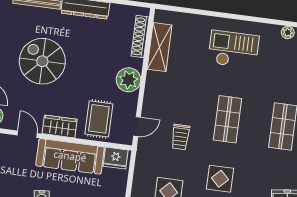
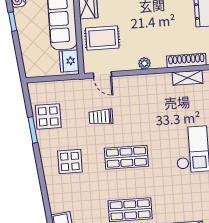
shelving: (159, 47) -> (188, 78), width x0.67, depth x0.75
plant: (128, 80) -> (144, 63), width x0.53, depth x0.53

